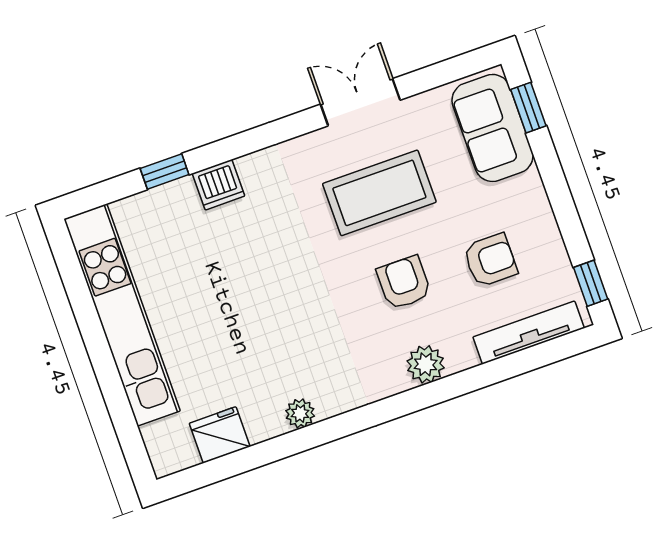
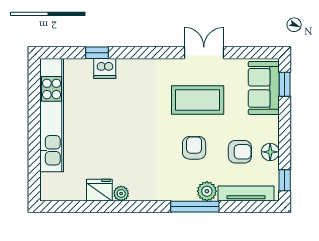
dishwasher: (218, 185) -> (105, 68), moved
floor lamp: (546, 241) -> (270, 152), added
plant: (426, 364) -> (207, 191), moved
window: (443, 390) -> (195, 207), added
fridge: (220, 435) -> (99, 190), moved

